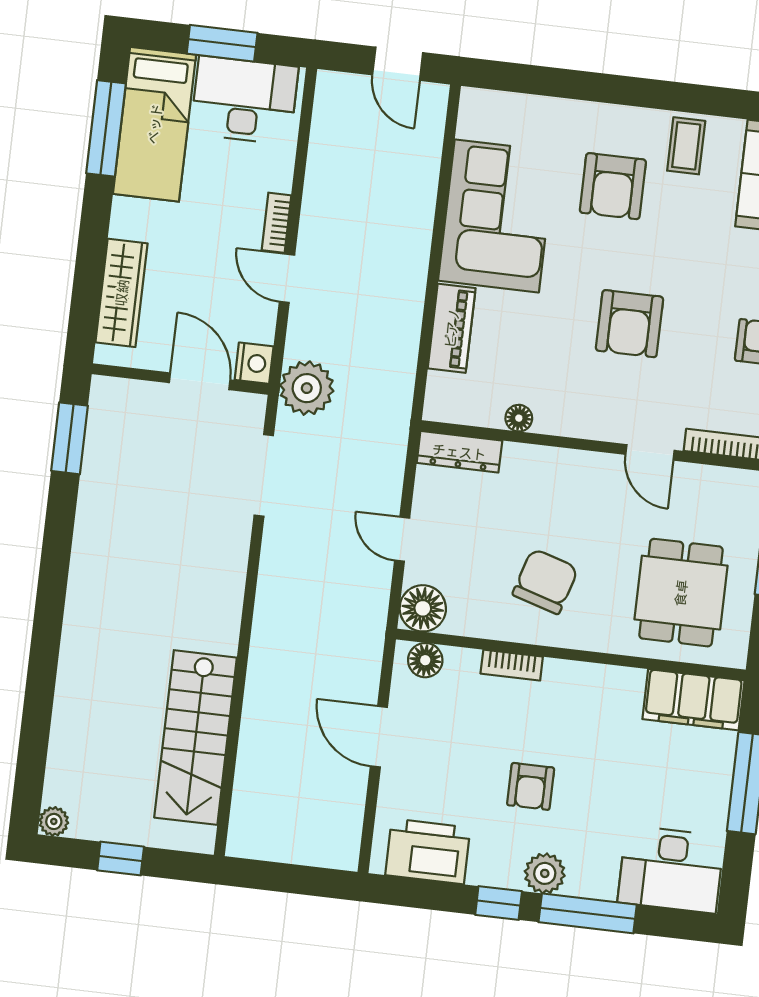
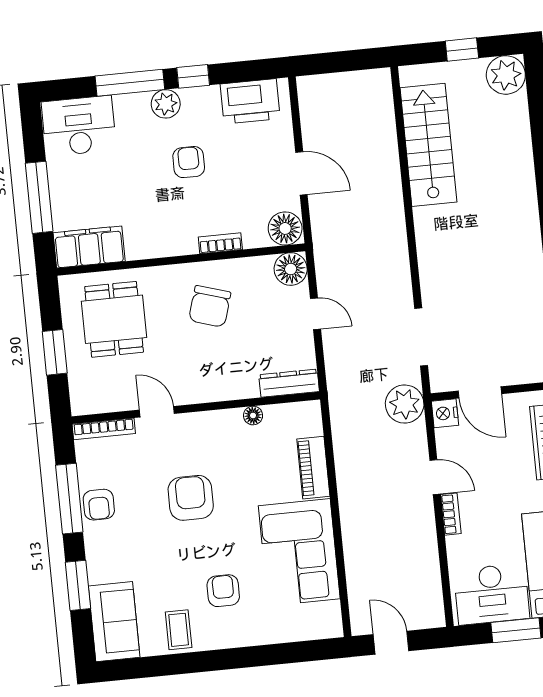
armchair: (613, 186) -> (223, 591), width x0.72, depth x0.72
floor lamp: (425, 660) -> (285, 228), width x1.38, depth x1.38
plant: (54, 821) -> (506, 75), width x1.88, depth x1.88

